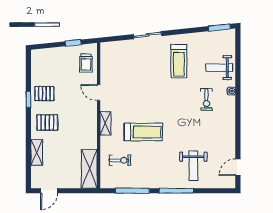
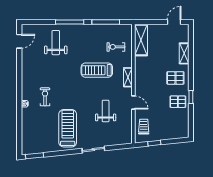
treadmill: (179, 61) -> (68, 128), width x1.37, depth x1.38
weight bench: (219, 68) -> (106, 111), moved, turned -90

